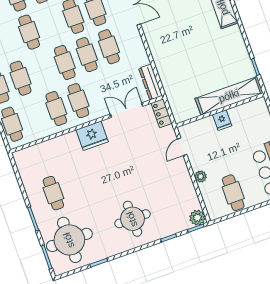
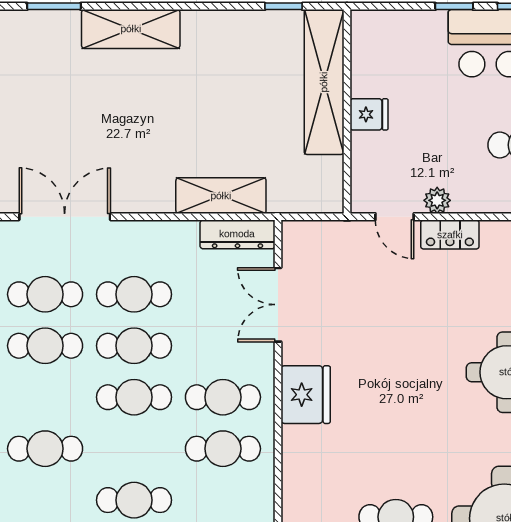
shelving: (165, 69) -> (221, 196), added
locker: (162, 113) -> (450, 235), moved
plant: (201, 176) -> (437, 200), moved

